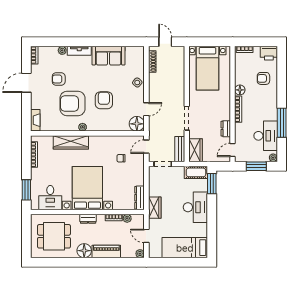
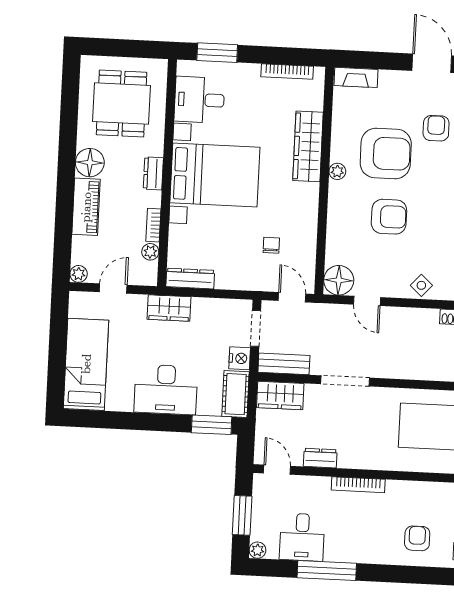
floor lamp: (240, 90) -> (396, 490), removed
armchair: (72, 103) -> (386, 153), turned 90
desk: (266, 136) -> (302, 537), width x0.73
nightstand: (178, 171) -> (240, 358), added

